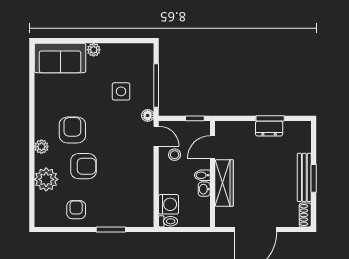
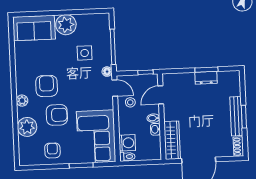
plant: (94, 50) -> (66, 25), width x1.88, depth x1.88
wardrobe: (224, 183) -> (172, 140), moved
corner sofa: (131, 195) -> (96, 137), added

